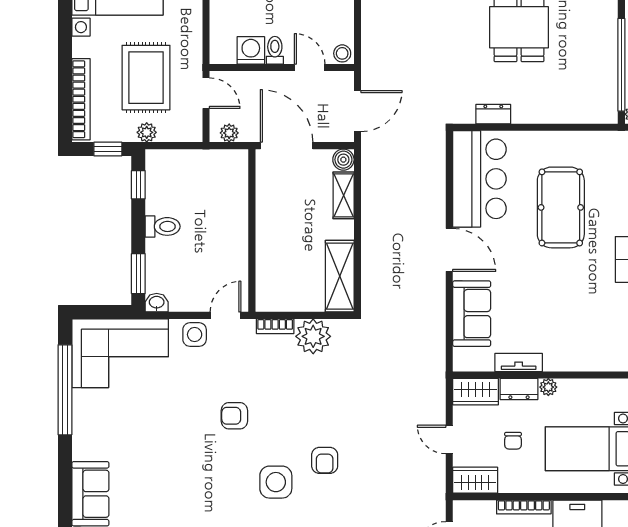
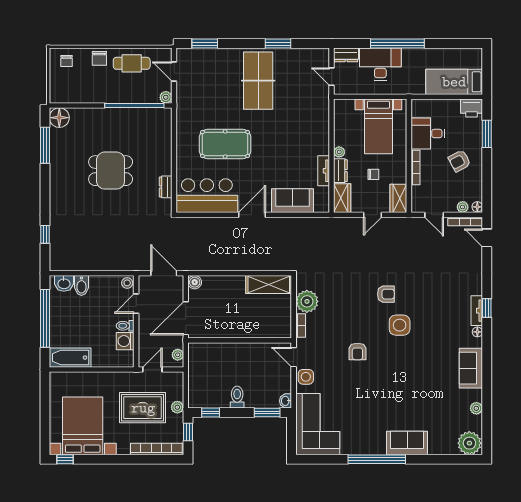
shelving: (344, 195) -> (217, 282), removed
window: (65, 390) -> (377, 459), moved

